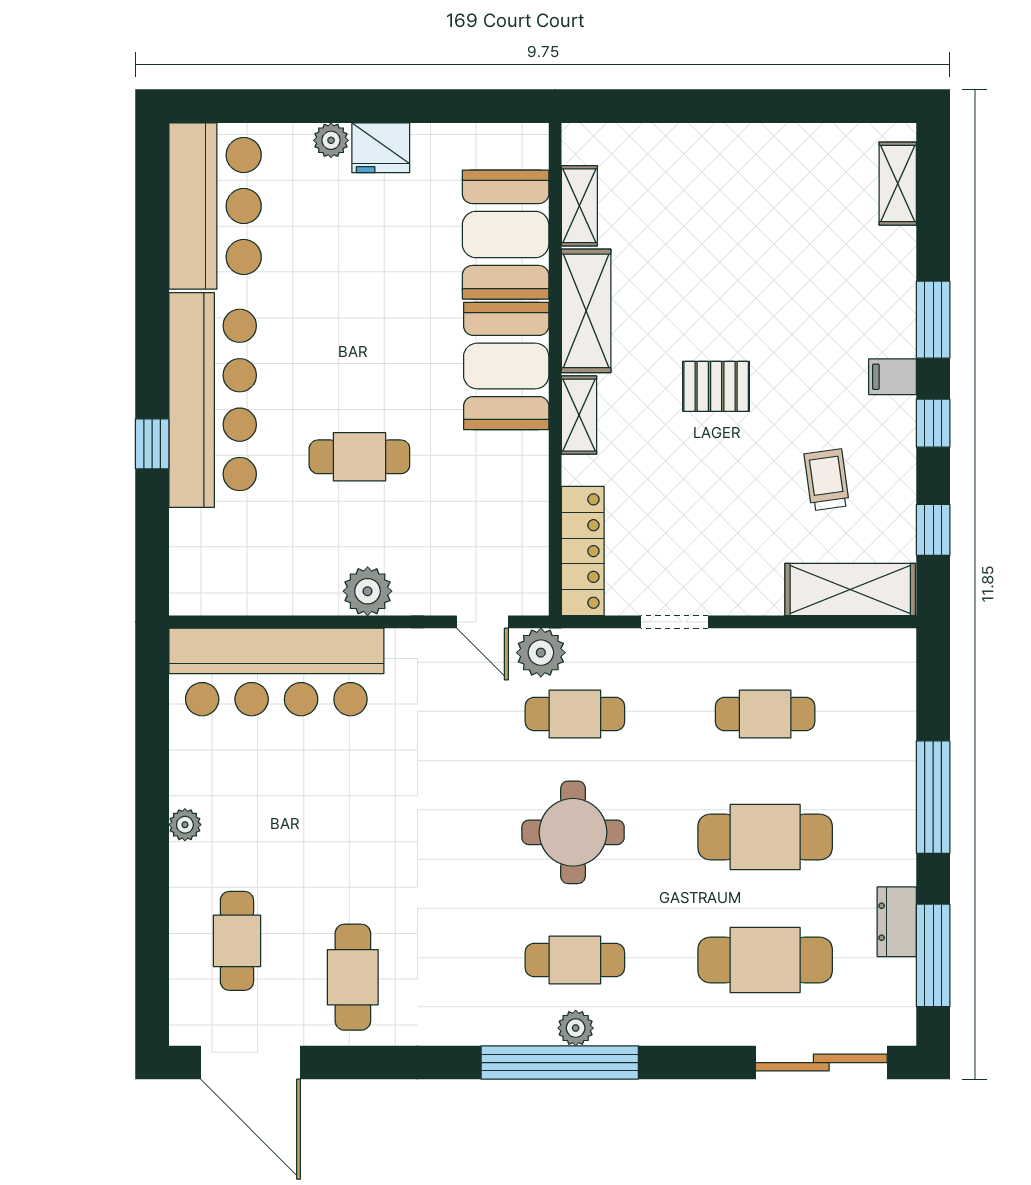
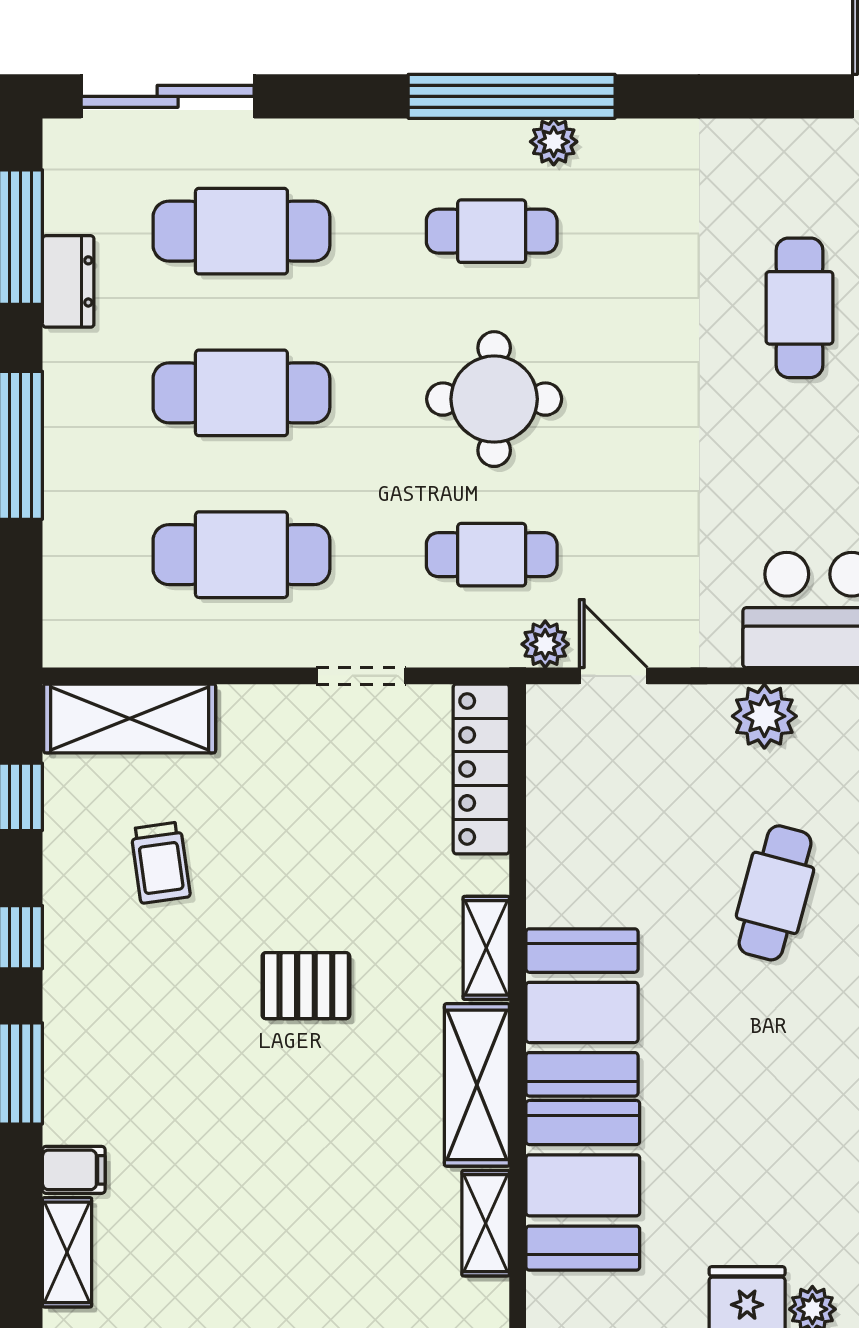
filing cabinet: (893, 377) -> (74, 1170), moved
cafe table: (359, 457) -> (775, 893), turned -75
plant: (541, 653) -> (545, 644), width x0.73, depth x0.73
cafe table: (765, 714) -> (241, 555), width x1.37, depth x1.35
cafe table: (353, 977) -> (799, 308), moved
plant: (576, 1028) -> (554, 142), moved

